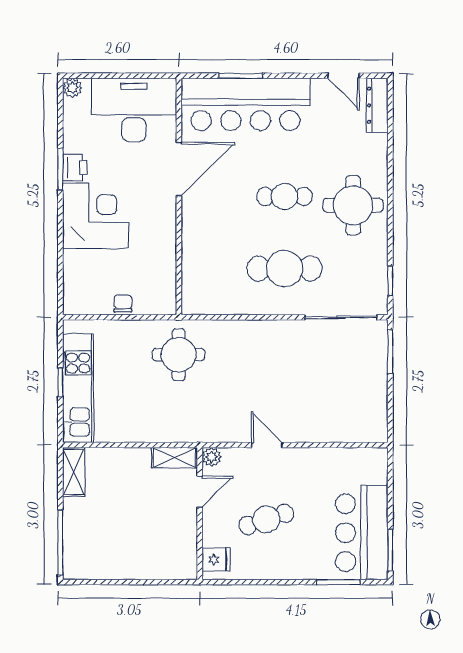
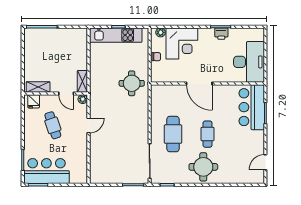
plant: (72, 88) -> (161, 32), moved
bar counter: (246, 104) -> (252, 107), width x0.73
dresser: (377, 105) -> (251, 178), removed
door: (179, 169) -> (199, 83), moved
corner desk: (96, 216) -> (182, 43), moved
shelving: (74, 472) -> (38, 87), moved

